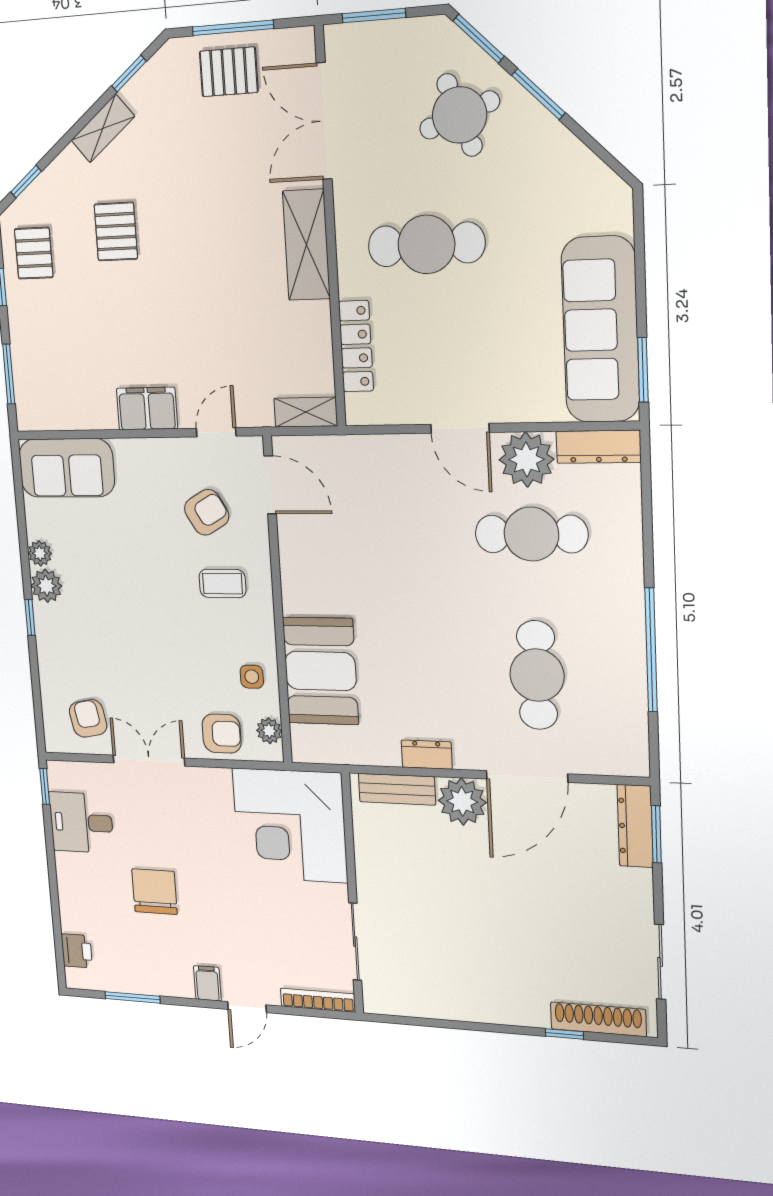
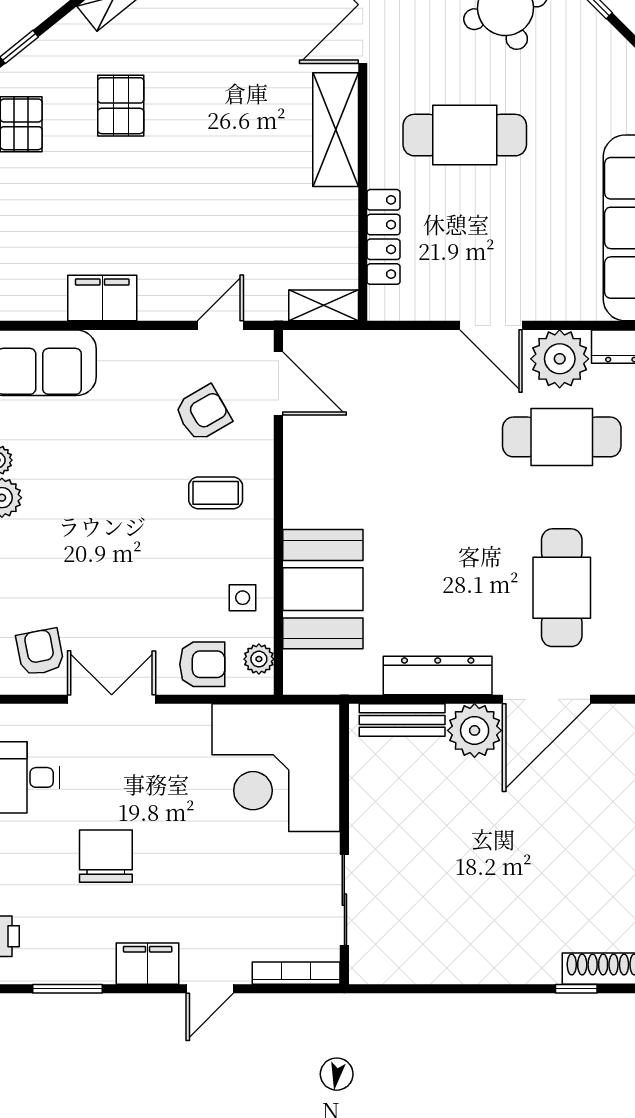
filing cabinet: (147, 408) -> (102, 298), moved
dresser: (427, 755) -> (438, 676), width x1.96, depth x1.24
filing cabinet: (207, 983) -> (148, 964), width x2.00

